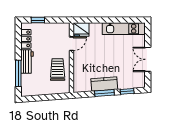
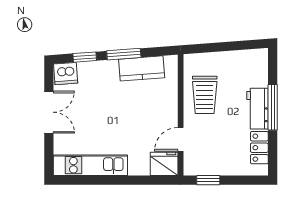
window: (38, 20) -> (208, 180), moved
window: (18, 73) -> (273, 107), moved
dishwasher: (138, 82) -> (66, 74), added
kitchen counter: (104, 84) -> (142, 68), moved

